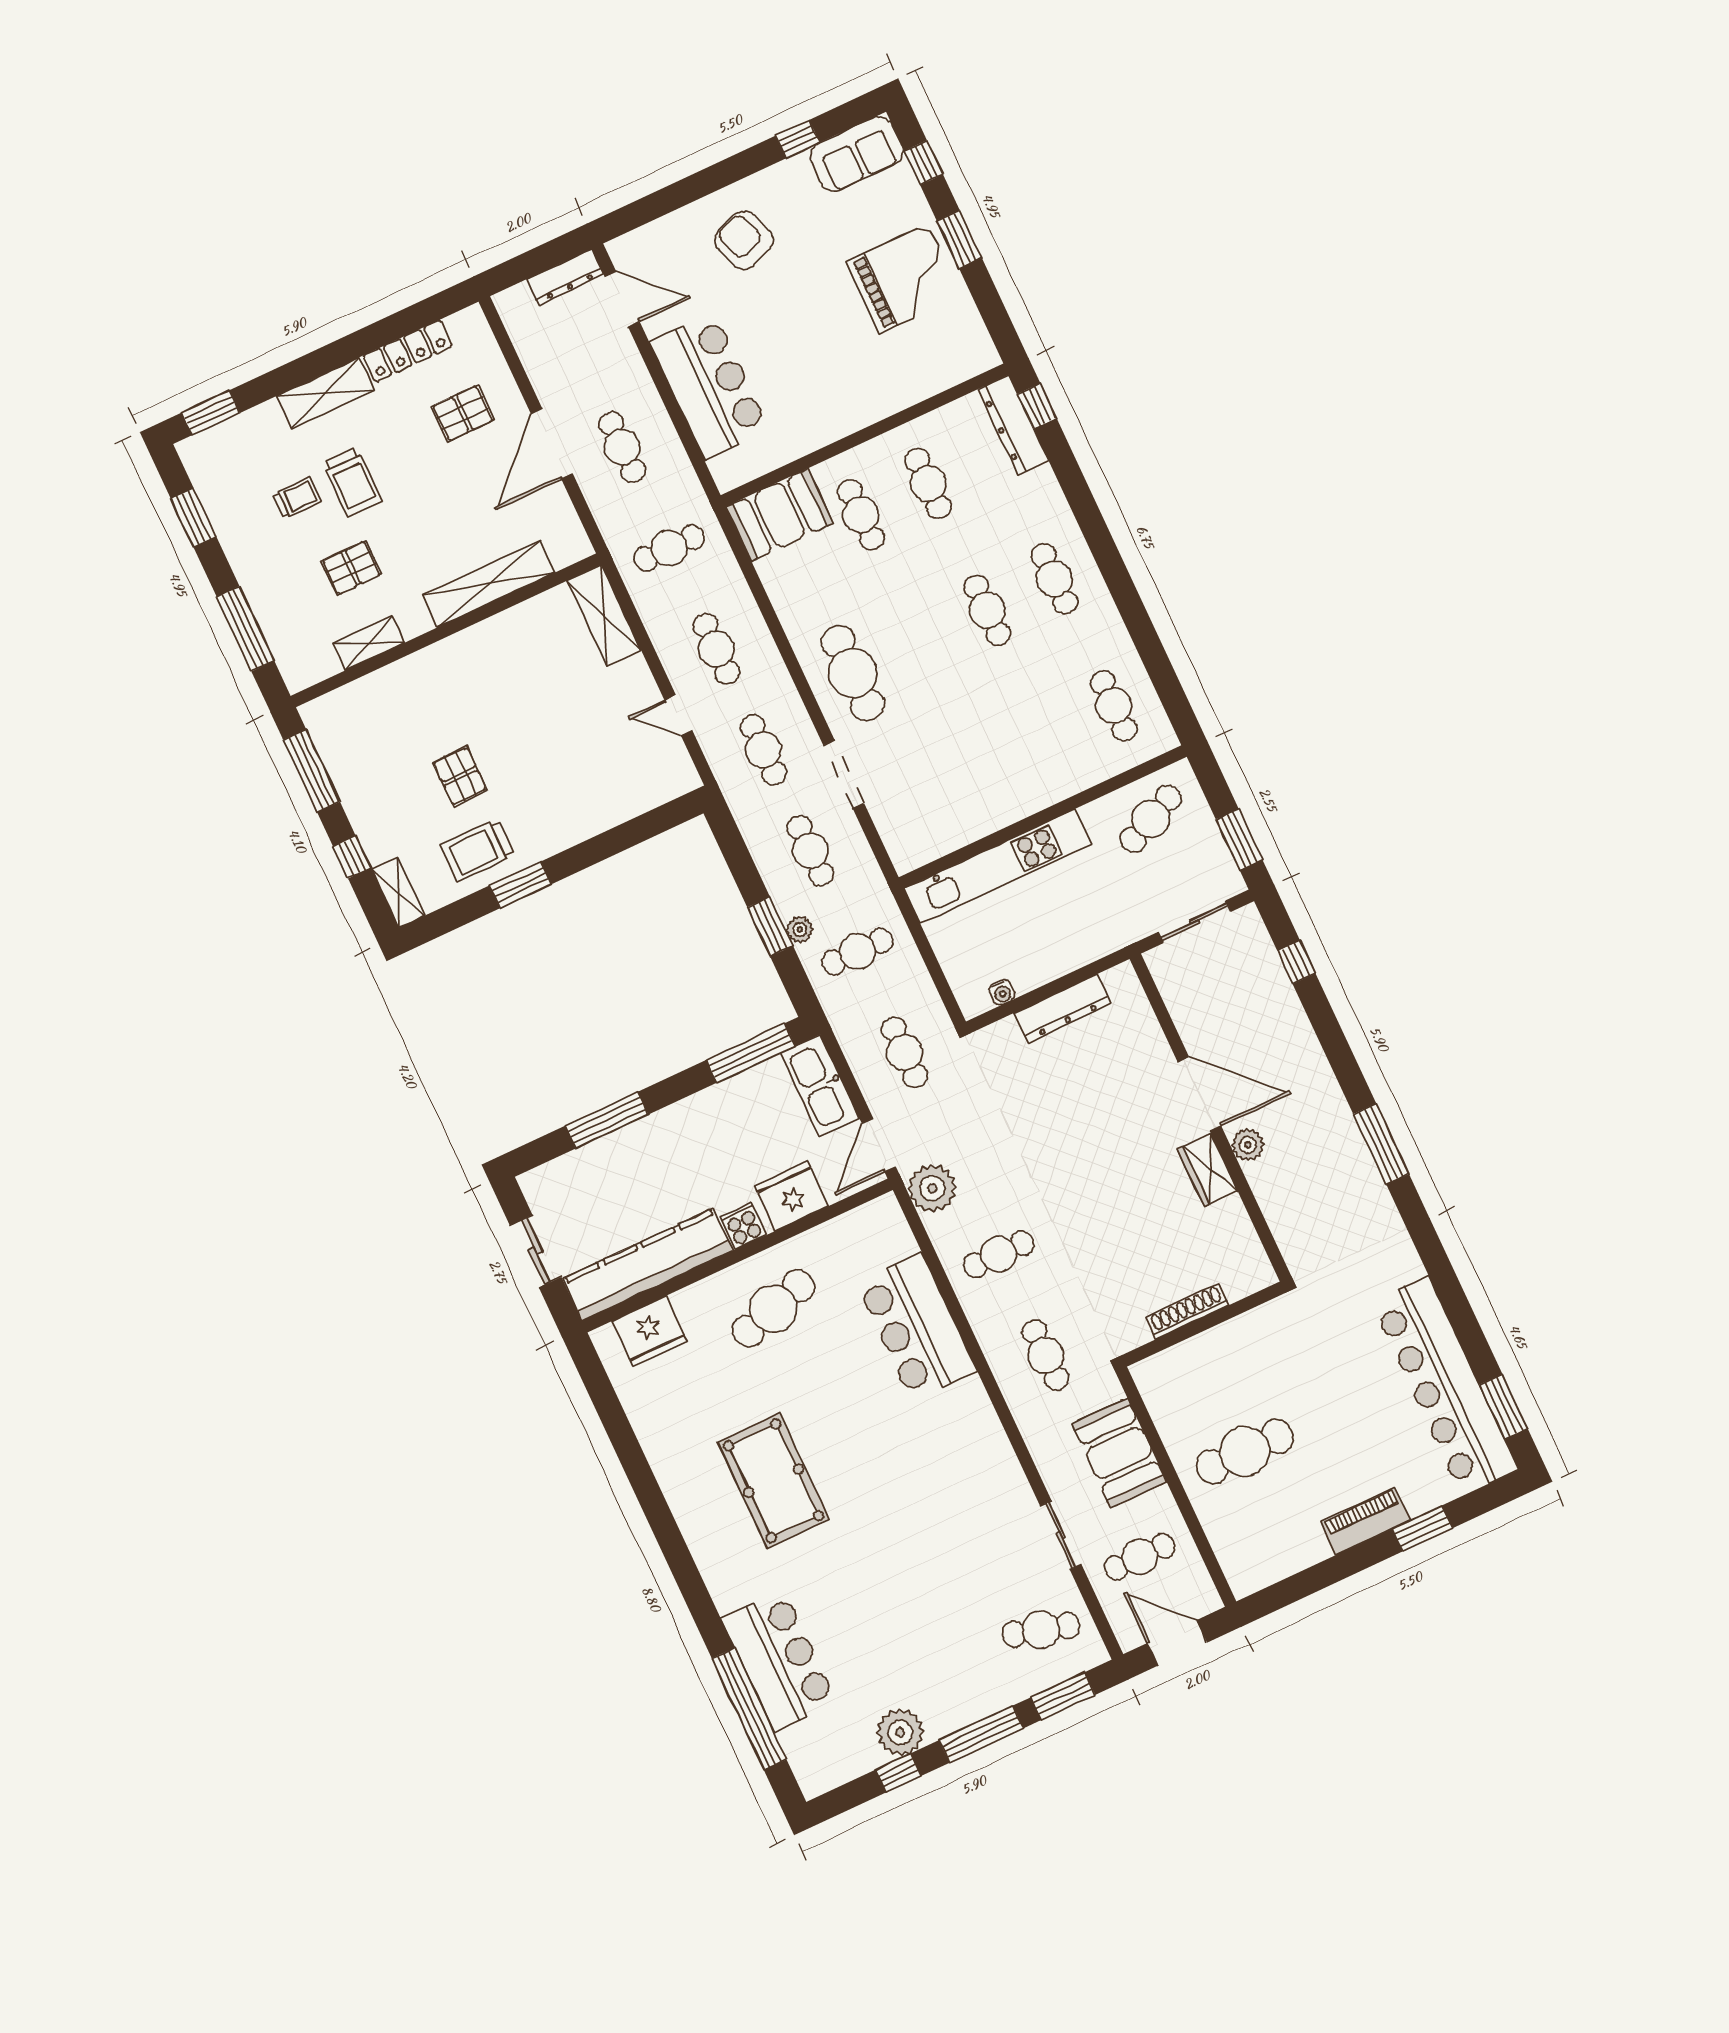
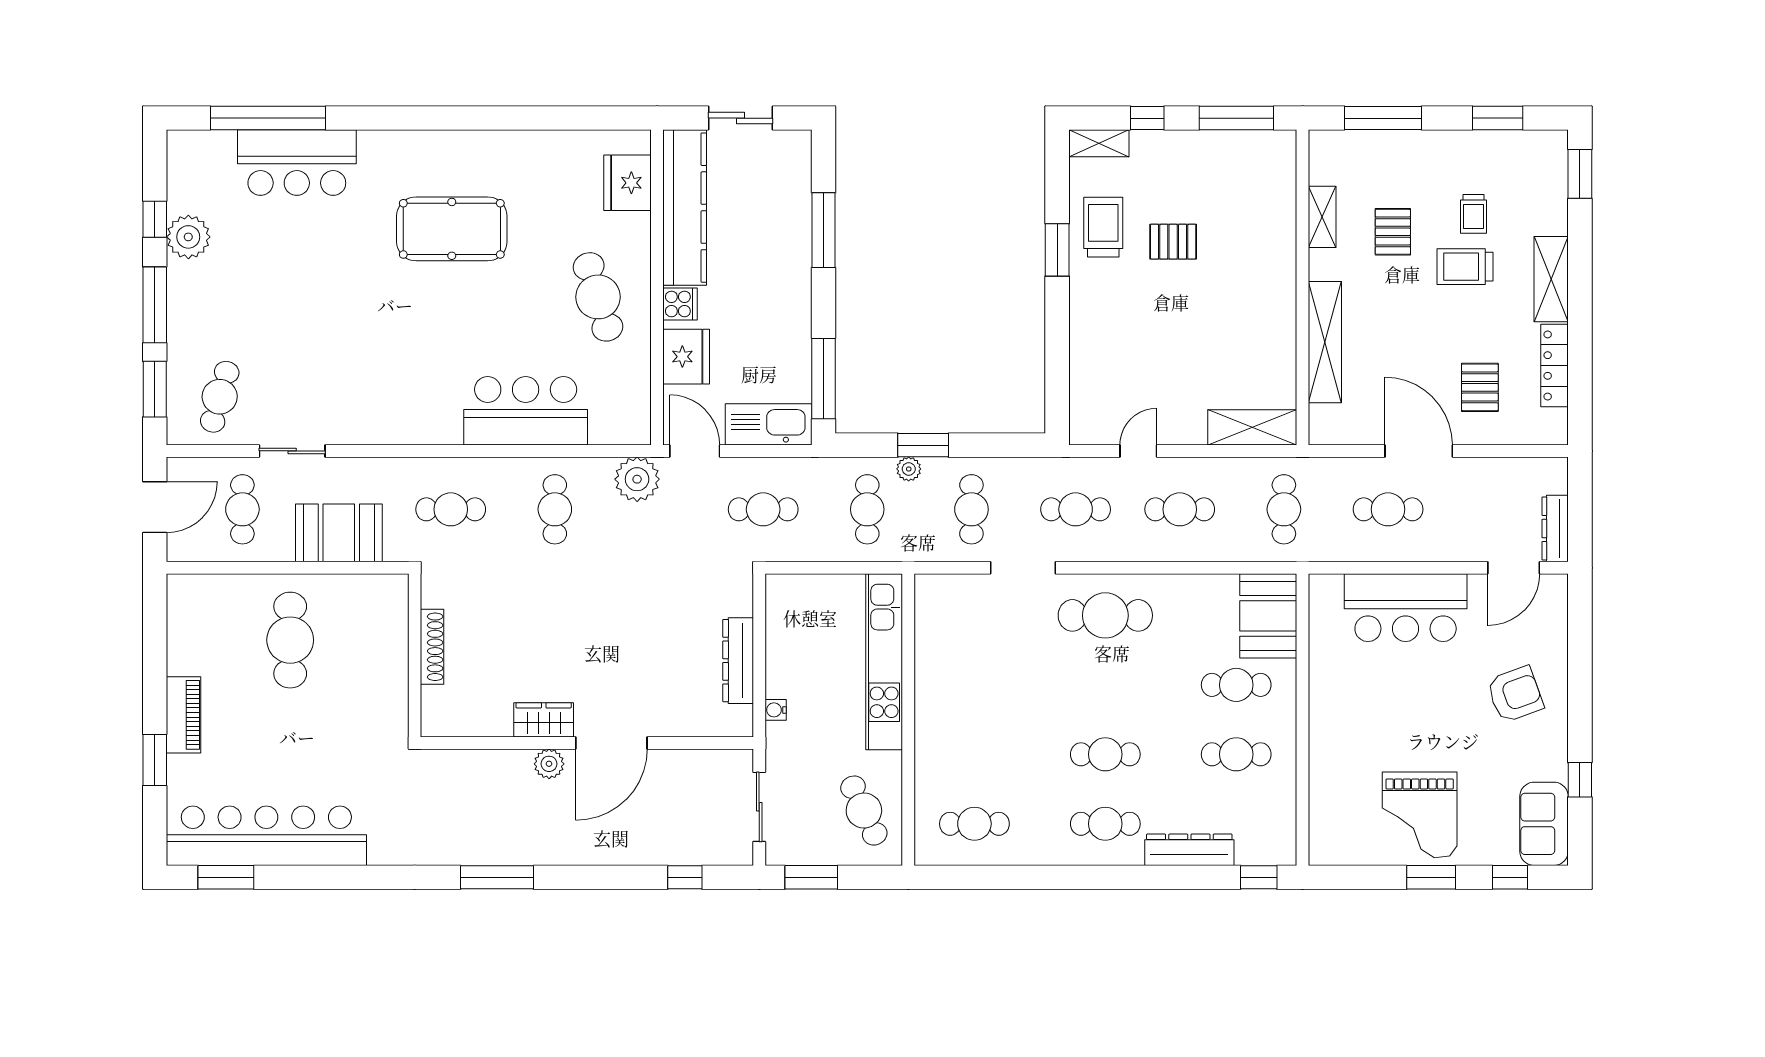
dresser: (1013, 425) -> (1189, 850), moved
cafe table: (810, 851) -> (971, 509), turned 90
water cooler: (1002, 992) -> (776, 710), moved

